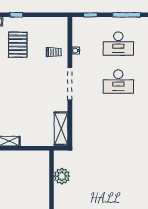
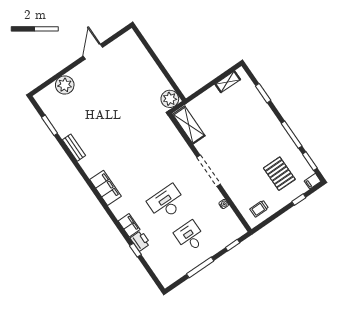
desk: (118, 44) -> (190, 237), width x0.73
trolley: (54, 52) -> (259, 209), moved
plant: (62, 176) -> (170, 99), moved

